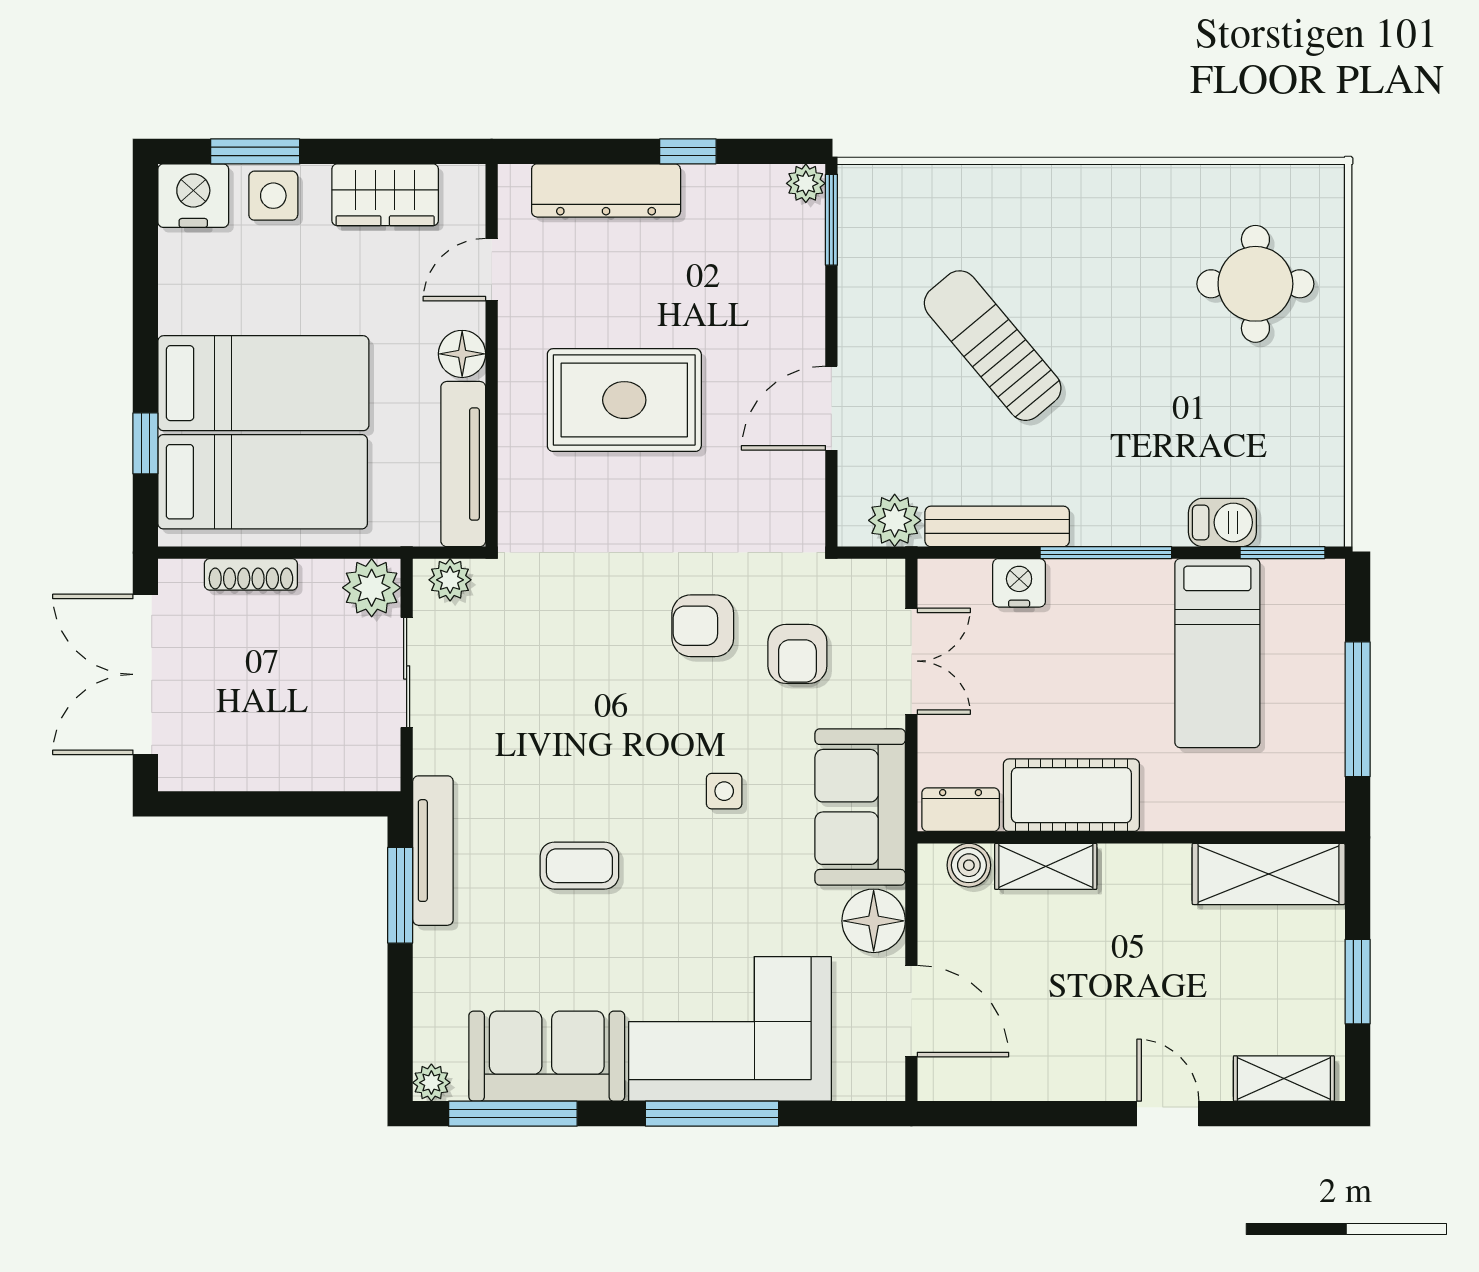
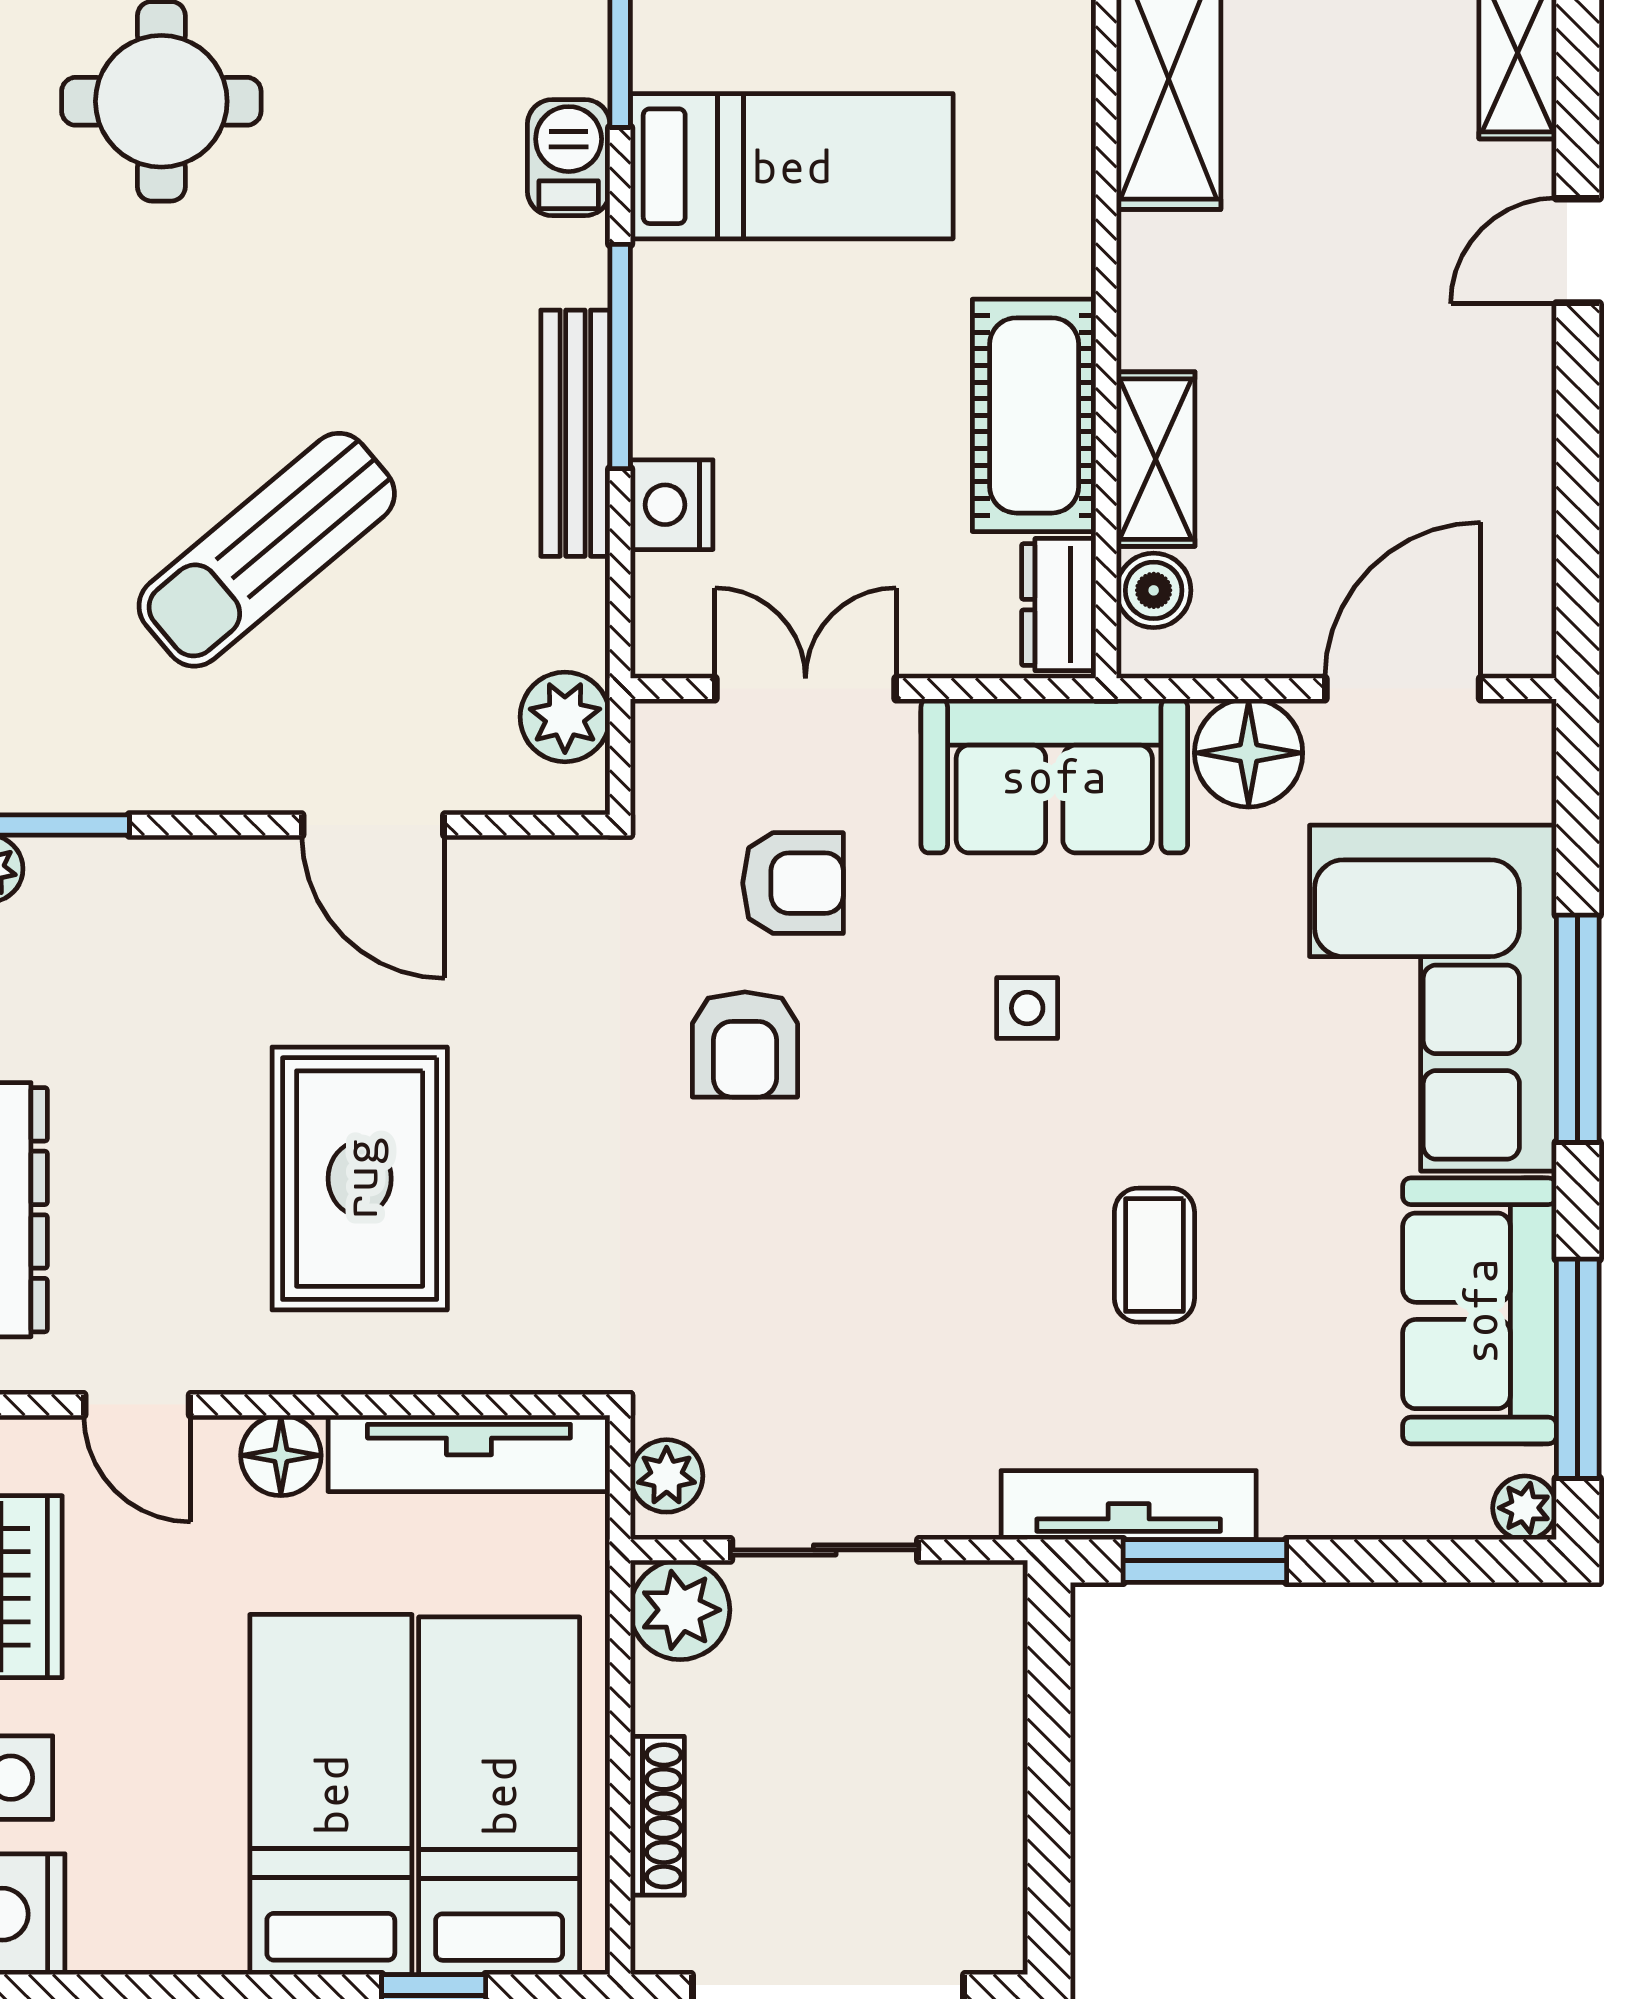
bench: (997, 526) -> (575, 433), moved

